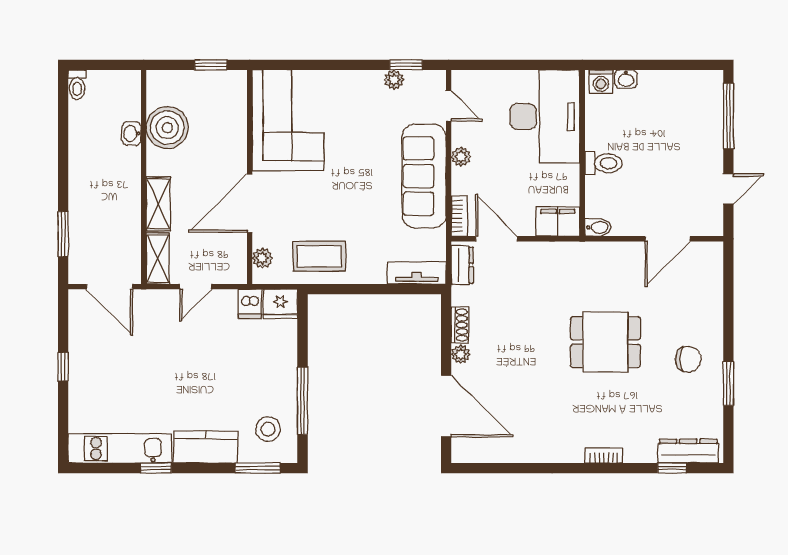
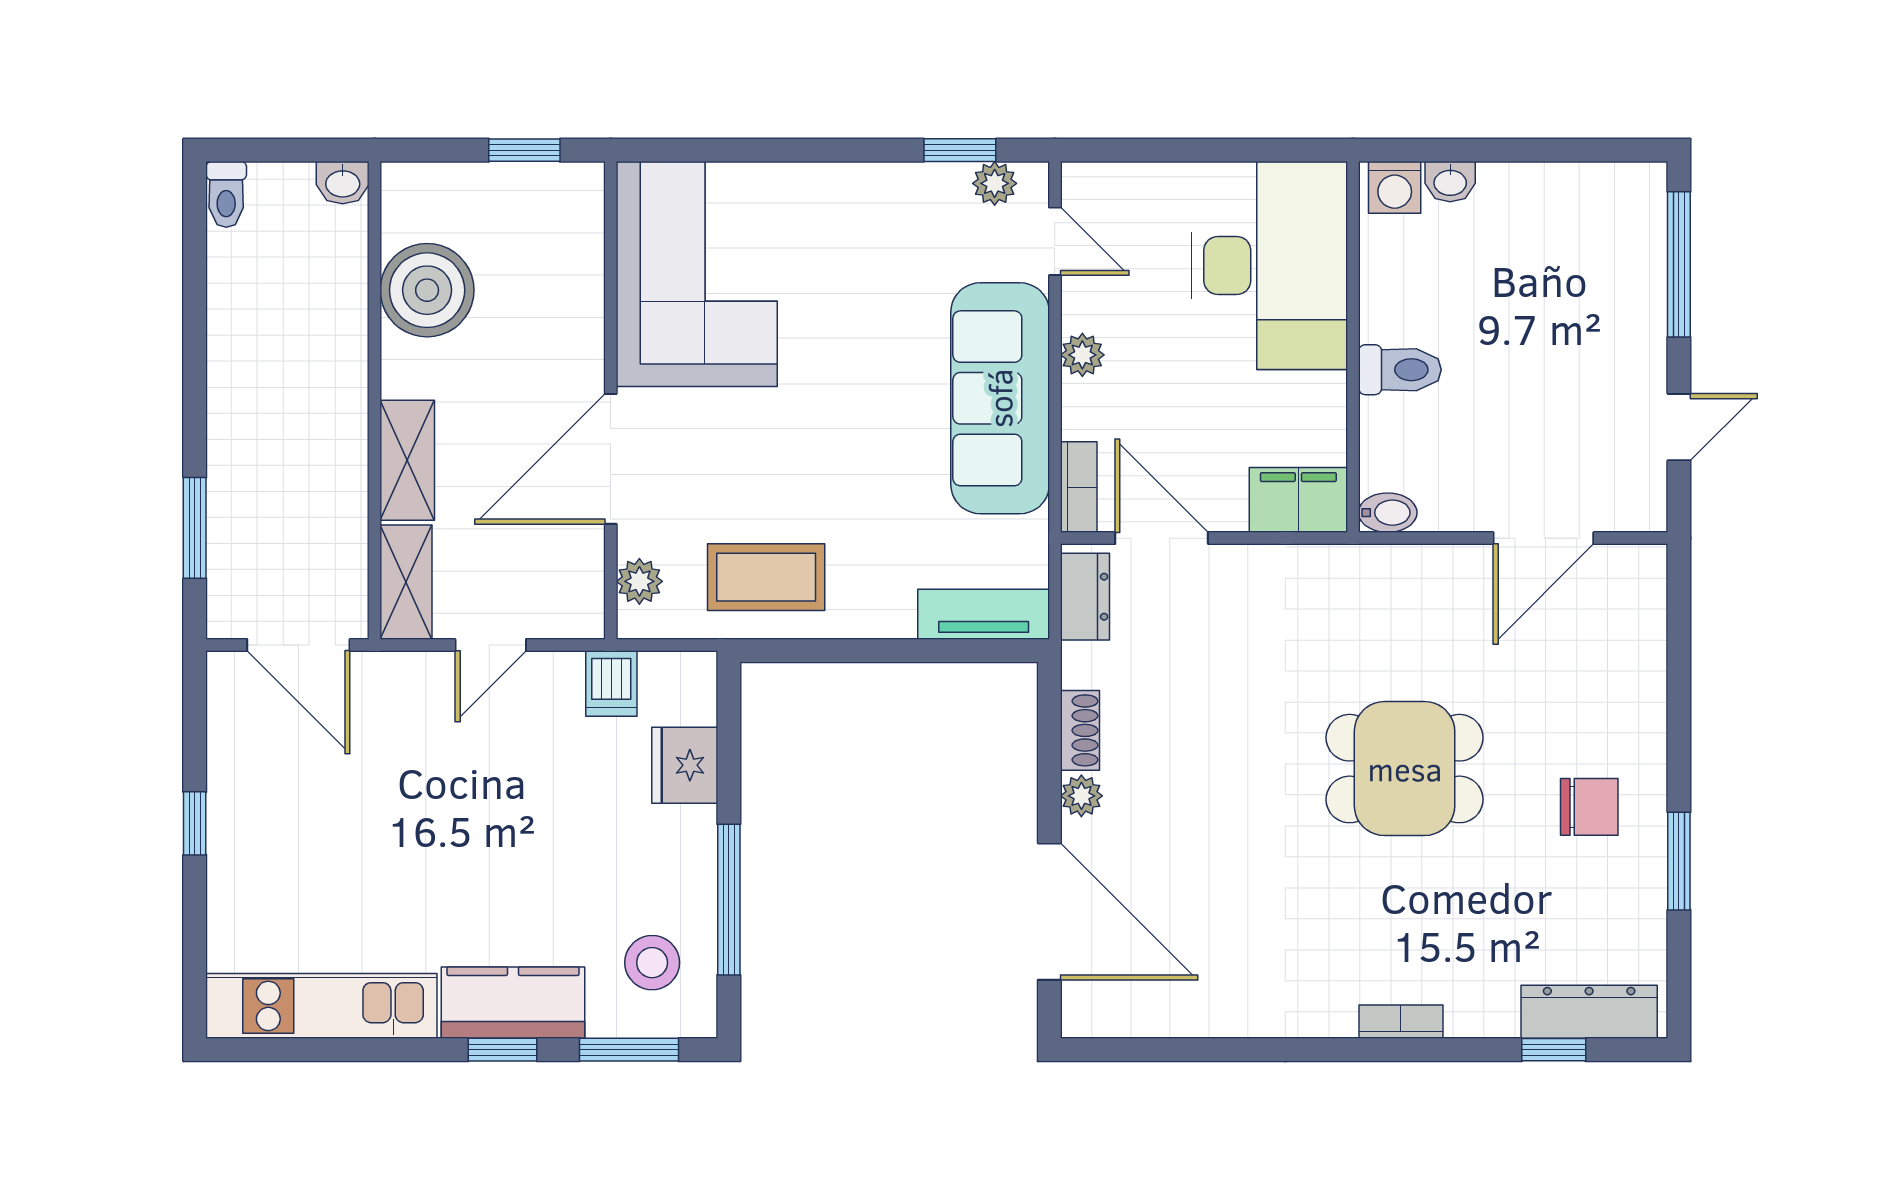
plant: (394, 80) -> (995, 183), moved
washbasin: (132, 134) -> (343, 183), moved, turned -90
fridge: (280, 304) -> (685, 765), moved, turned 90
window: (156, 468) -> (503, 1050), moved

